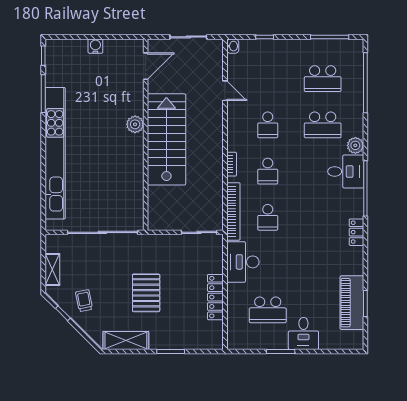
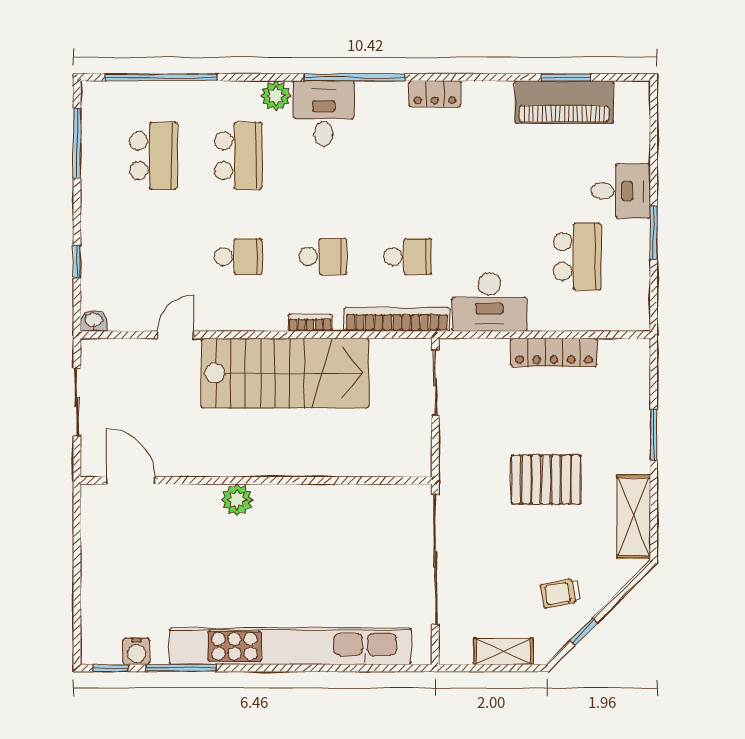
water cooler: (95, 46) -> (137, 651), moved, turned -90
stairs: (166, 139) -> (285, 373), moved, turned 180

